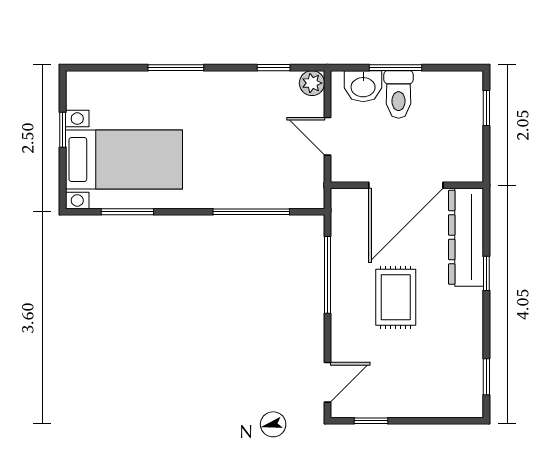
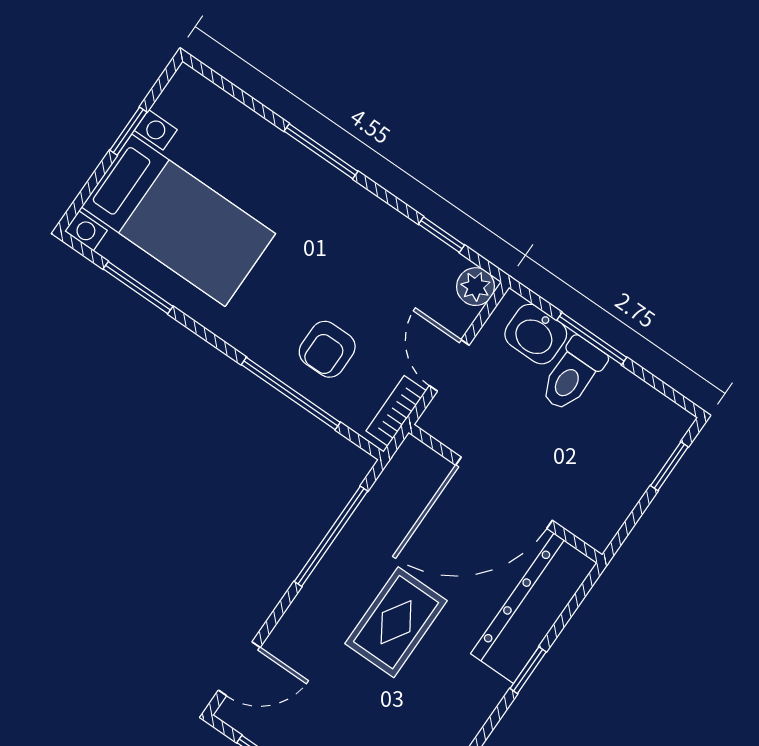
armchair: (254, 174) -> (327, 349), added
bookcase: (316, 181) -> (396, 411), added

